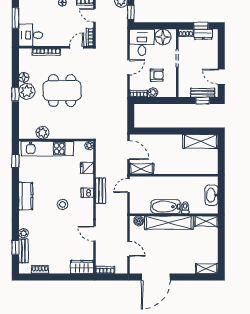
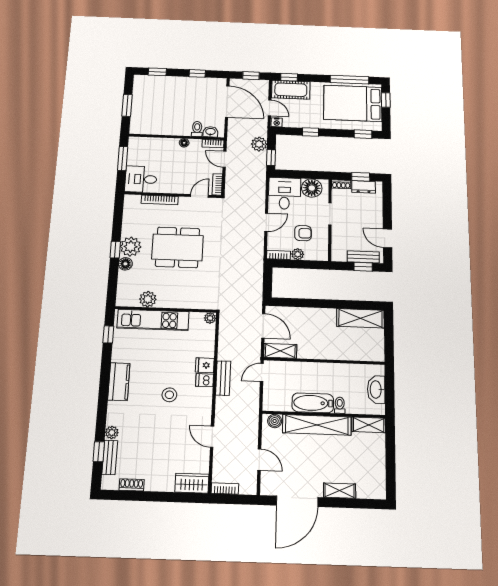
floor lamp: (24, 77) -> (125, 264), moved
fridge: (87, 168) -> (205, 365), moved
shelving: (207, 269) -> (340, 491), moved

